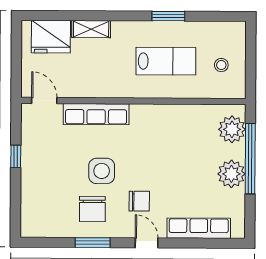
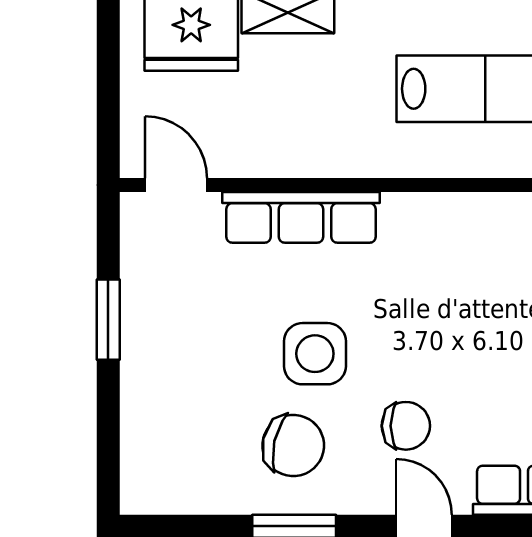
window: (16, 156) -> (108, 320), width x1.50
chair: (92, 209) -> (293, 446), turned -77

